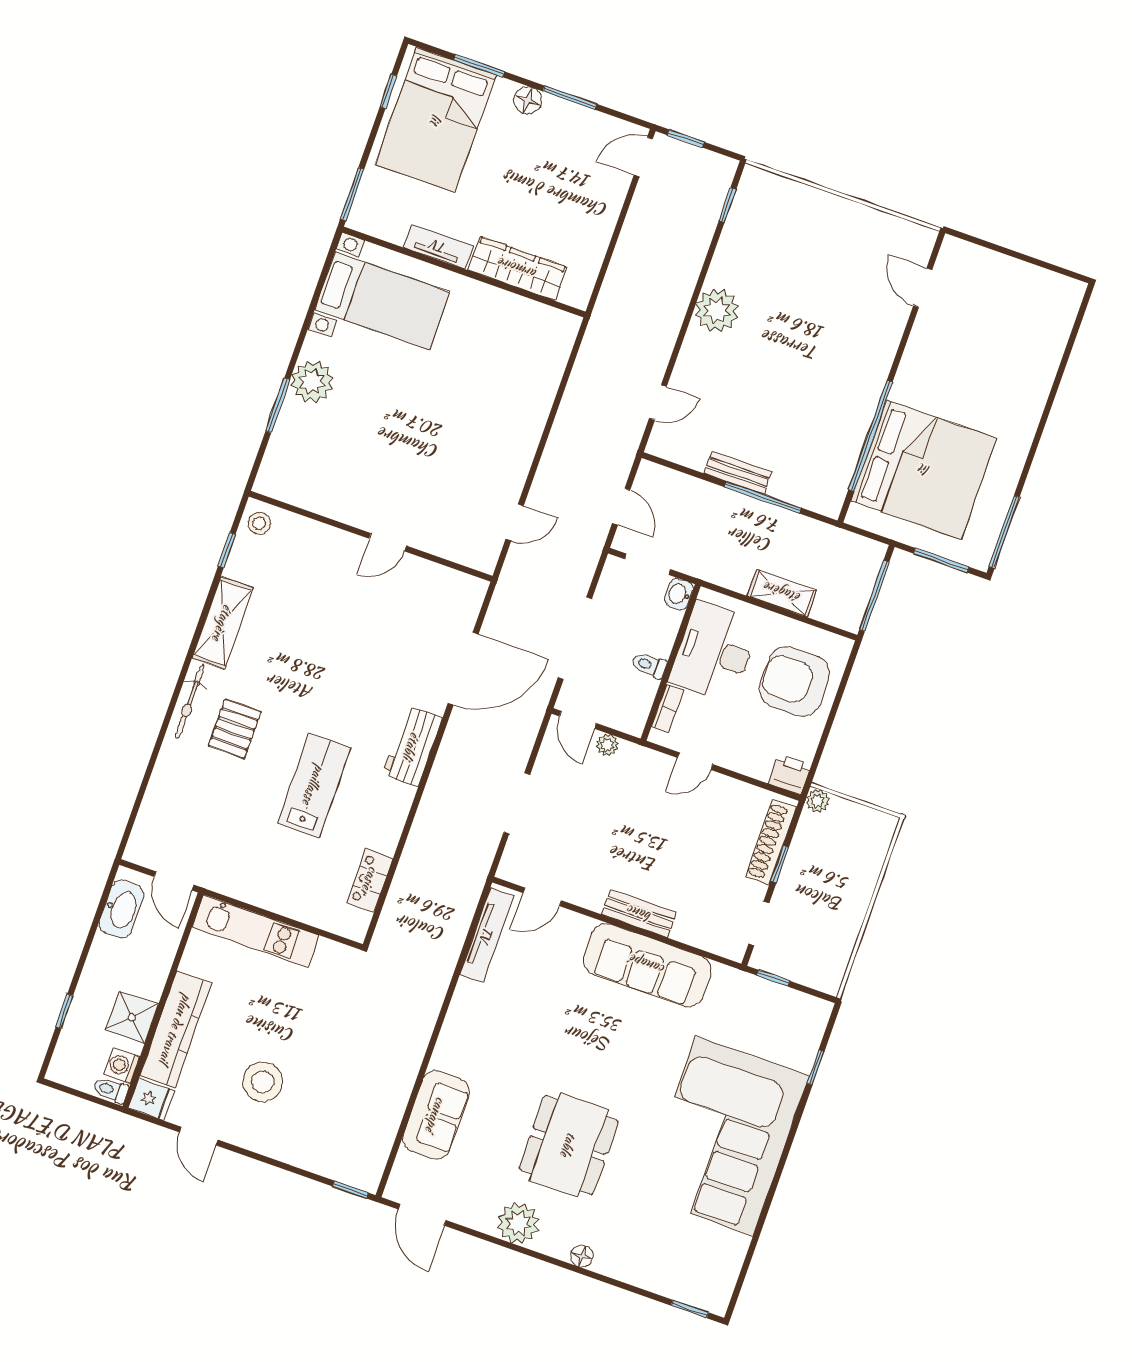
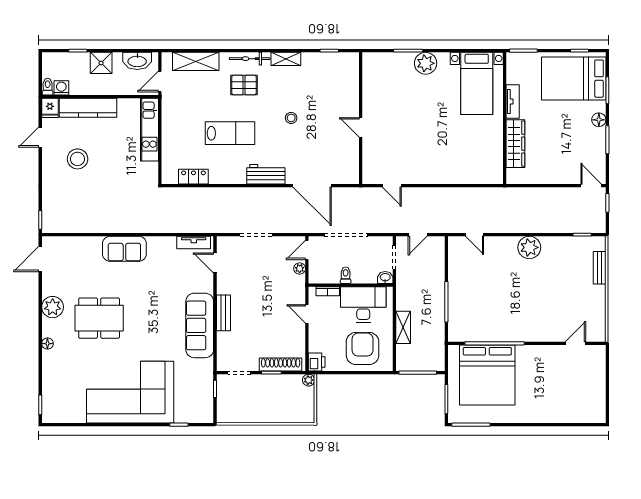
bench: (738, 473) -> (600, 268), moved
stool: (259, 523) -> (291, 118), moved
shelving: (223, 623) -> (286, 59), width x0.67, depth x0.75
shelving: (160, 802) -> (196, 61), added
tv unit: (487, 935) -> (194, 243), width x0.71
shower: (132, 1017) -> (101, 63), moved
sofa: (436, 1115) -> (124, 249), moved

